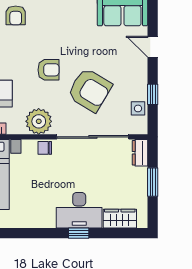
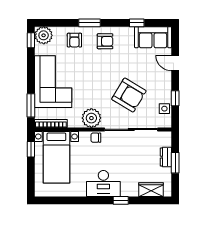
armchair: (48, 70) -> (105, 41), moved
dresser: (140, 153) -> (166, 157), moved
desk: (79, 210) -> (103, 184), moved

